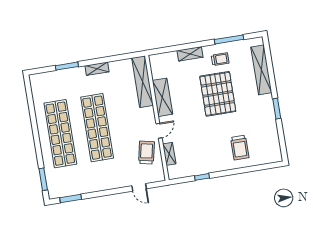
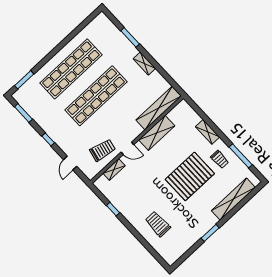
trolley: (240, 148) -> (158, 224), turned 90
window: (107, 193) -> (48, 139), added

